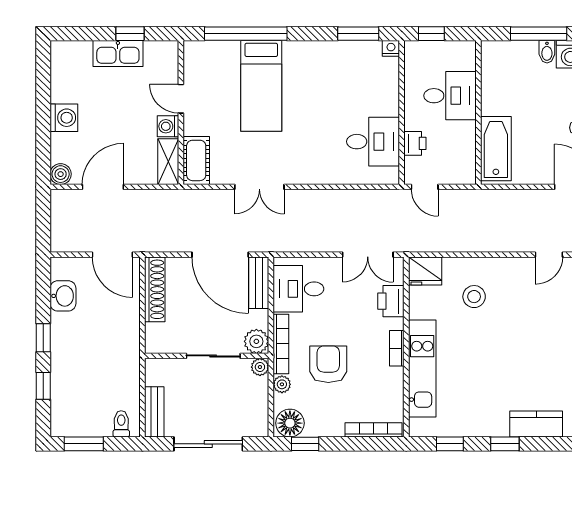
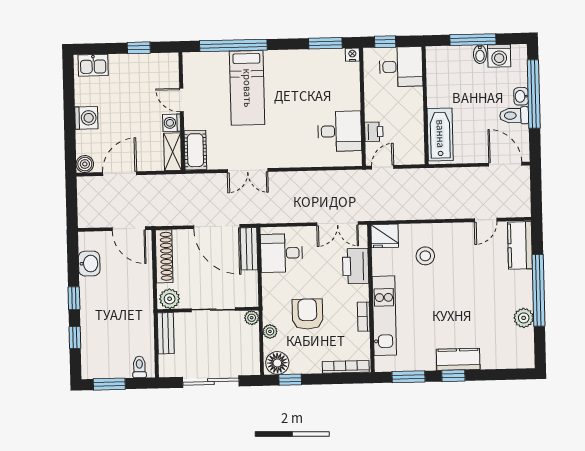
kitchen sink: (118, 53) -> (93, 65), moved, width x0.73
desk: (450, 96) -> (401, 67), moved
door: (425, 187) -> (383, 167), swing flipped
printer: (391, 301) -> (356, 266), width x1.37, depth x1.19
plant: (256, 341) -> (170, 299), moved
bookcase: (281, 344) -> (268, 298), removed
bookcase: (397, 348) -> (364, 317), moved
bench: (154, 412) -> (166, 333), moved
kitchen counter: (536, 424) -> (458, 359), moved
window: (450, 444) -> (408, 377), width x1.50

